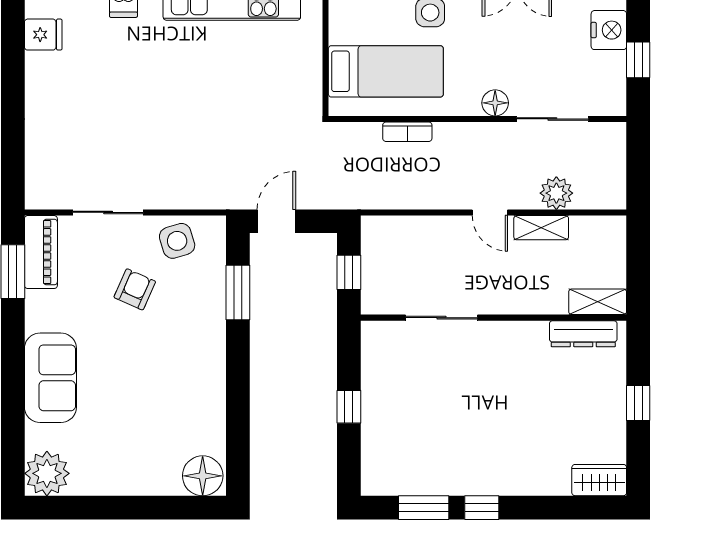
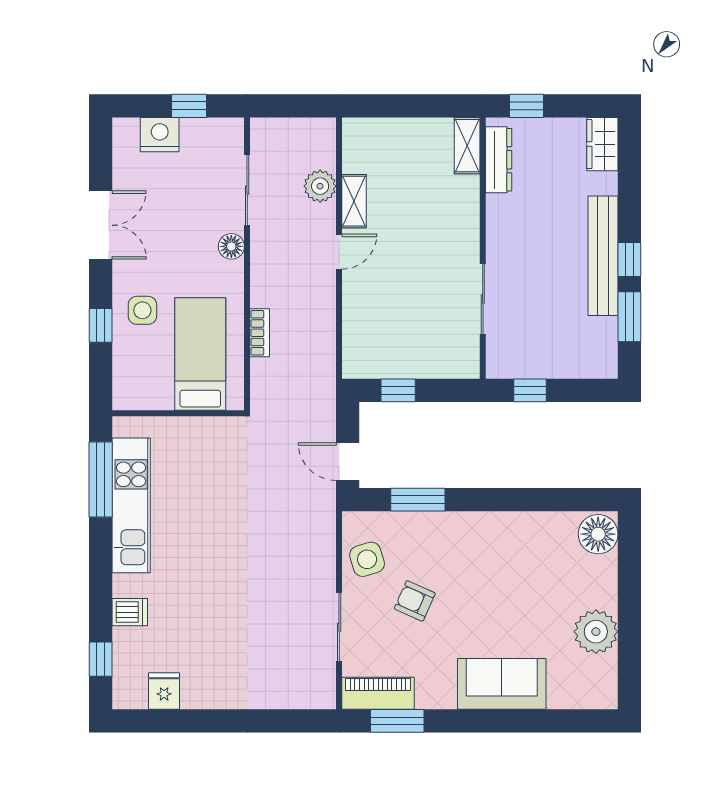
shelving: (598, 302) -> (467, 146), moved
sliding door: (441, 318) -> (483, 299), moved
wall: (493, 318) -> (483, 248), moved
dresser: (583, 334) -> (499, 160), moved
plant: (47, 473) -> (596, 632), moved
bench: (486, 481) -> (603, 256), added

